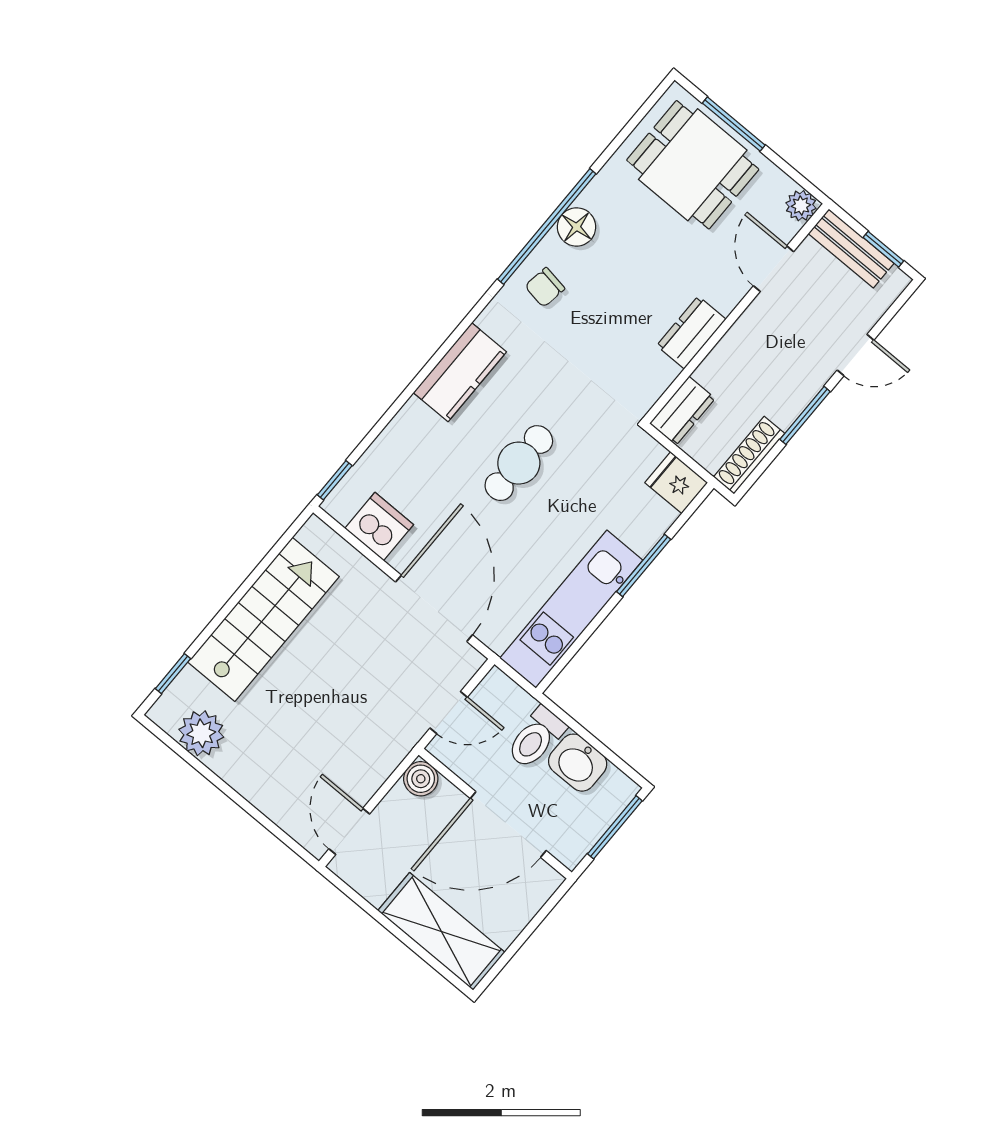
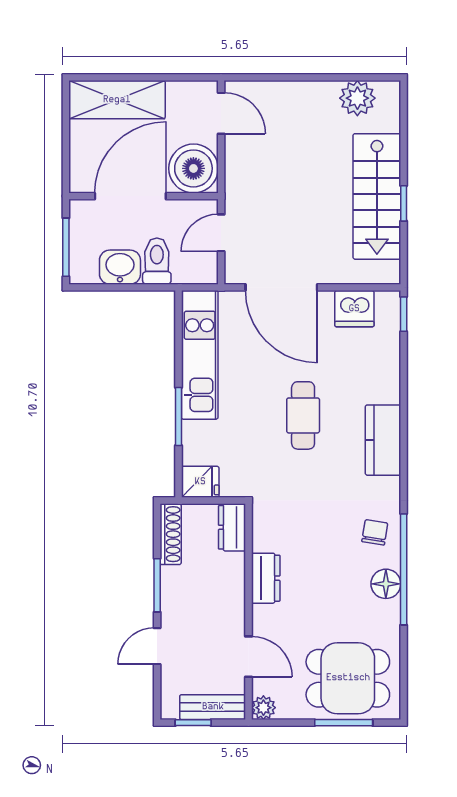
window: (173, 674) -> (404, 203), moved
boiler: (421, 779) -> (193, 168), width x1.86, depth x1.86

